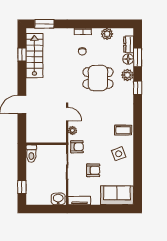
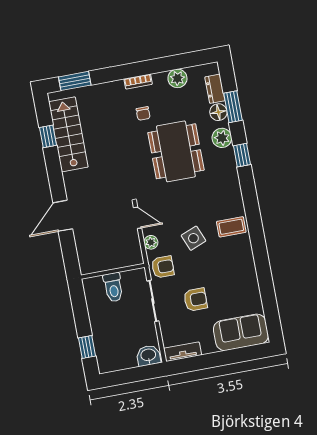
dining table: (98, 78) -> (176, 151), width x1.38
toilet: (31, 154) -> (113, 287), moved
side table: (119, 154) -> (193, 238), moved

